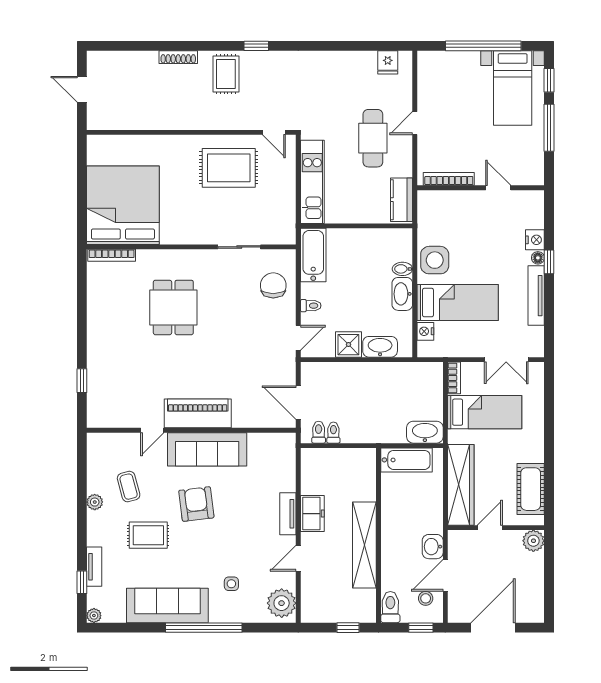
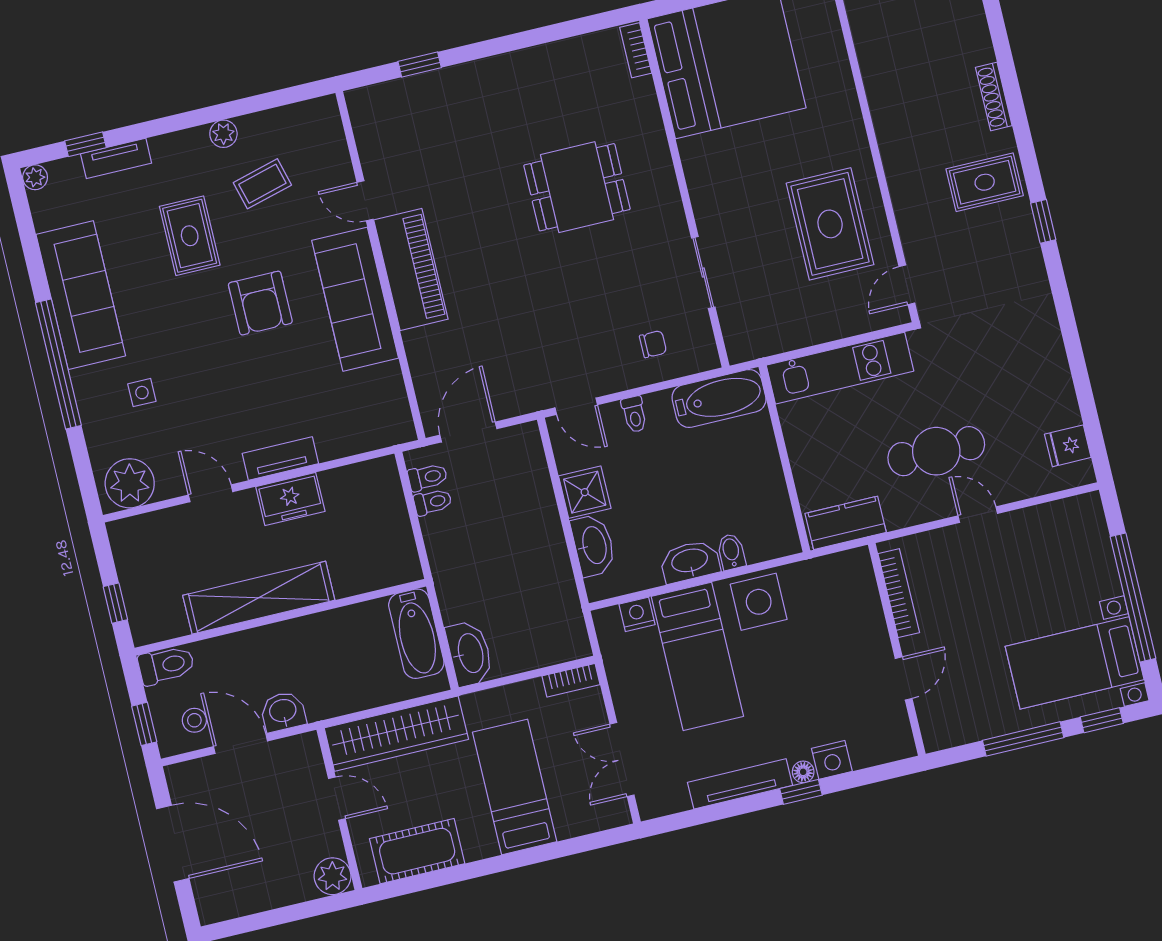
bookcase: (112, 255) -> (636, 50), width x0.64
chair: (273, 285) -> (653, 344), width x0.54, depth x0.54
bed: (485, 412) -> (515, 787), moved, turned 180
armchair: (196, 504) -> (260, 303), turned 97

